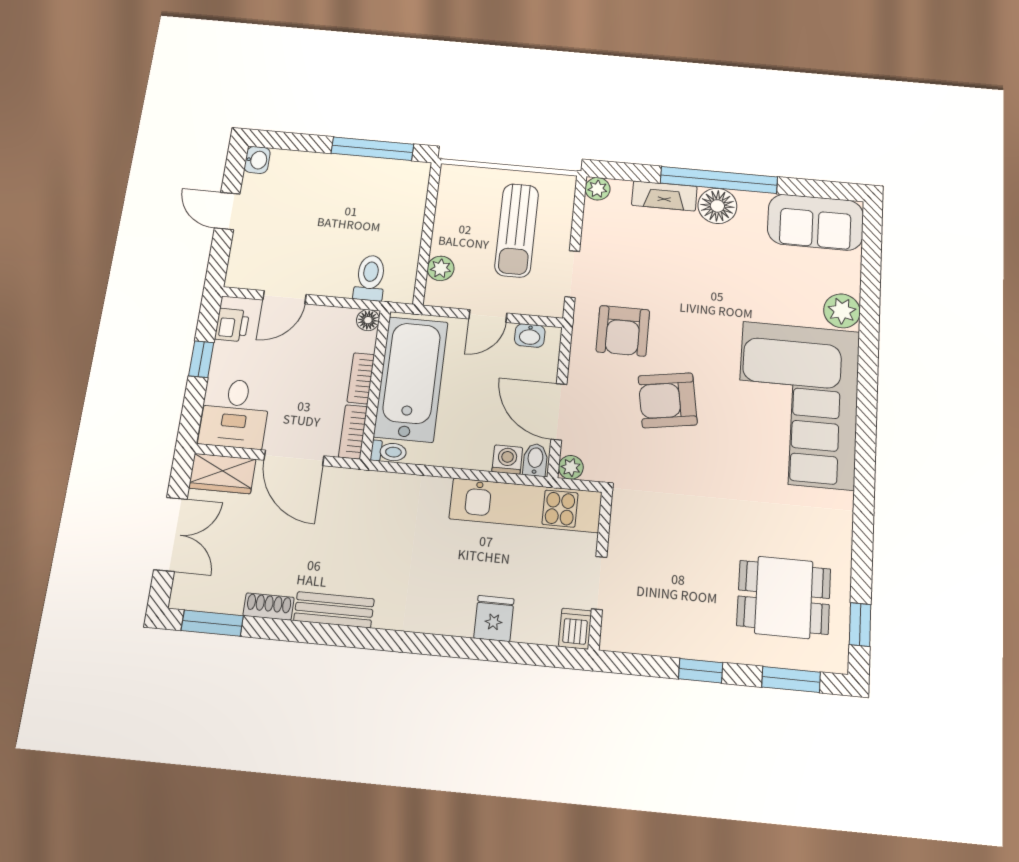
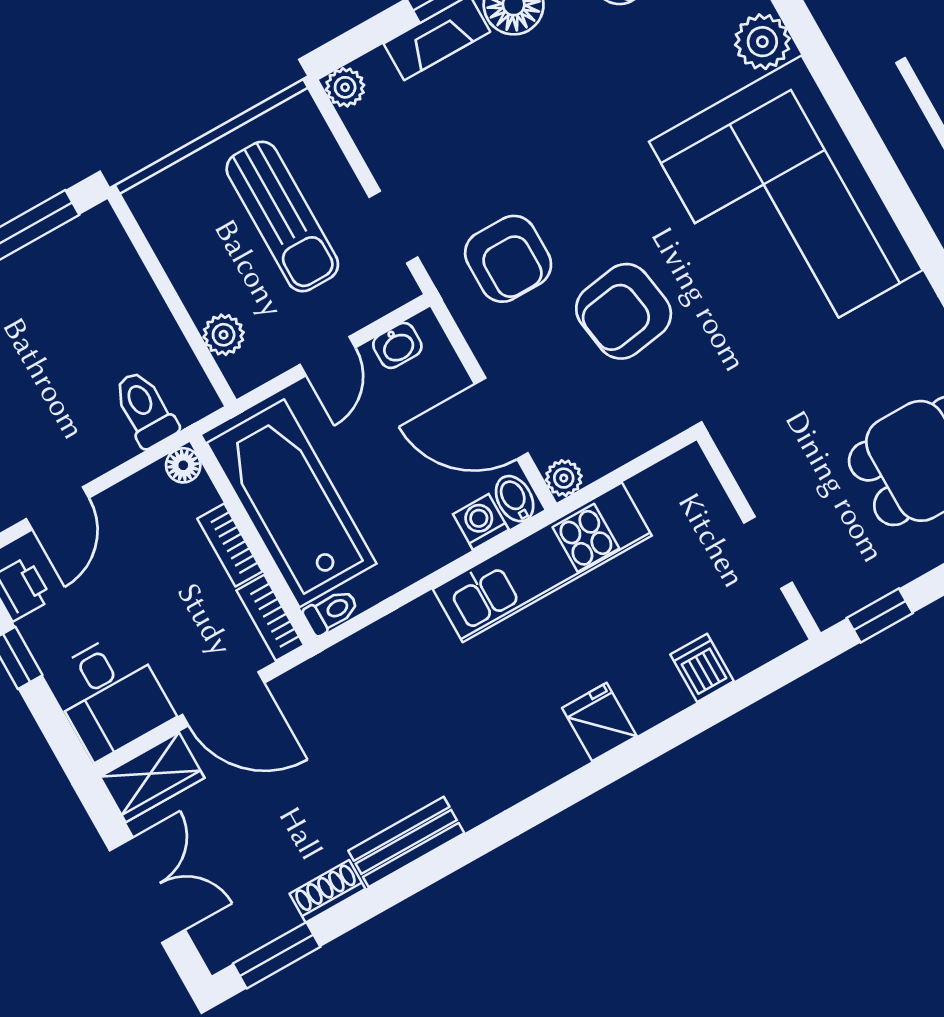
wall: (600, 570) -> (759, 536), moved
doorway: (599, 583) -> (768, 553), moved

